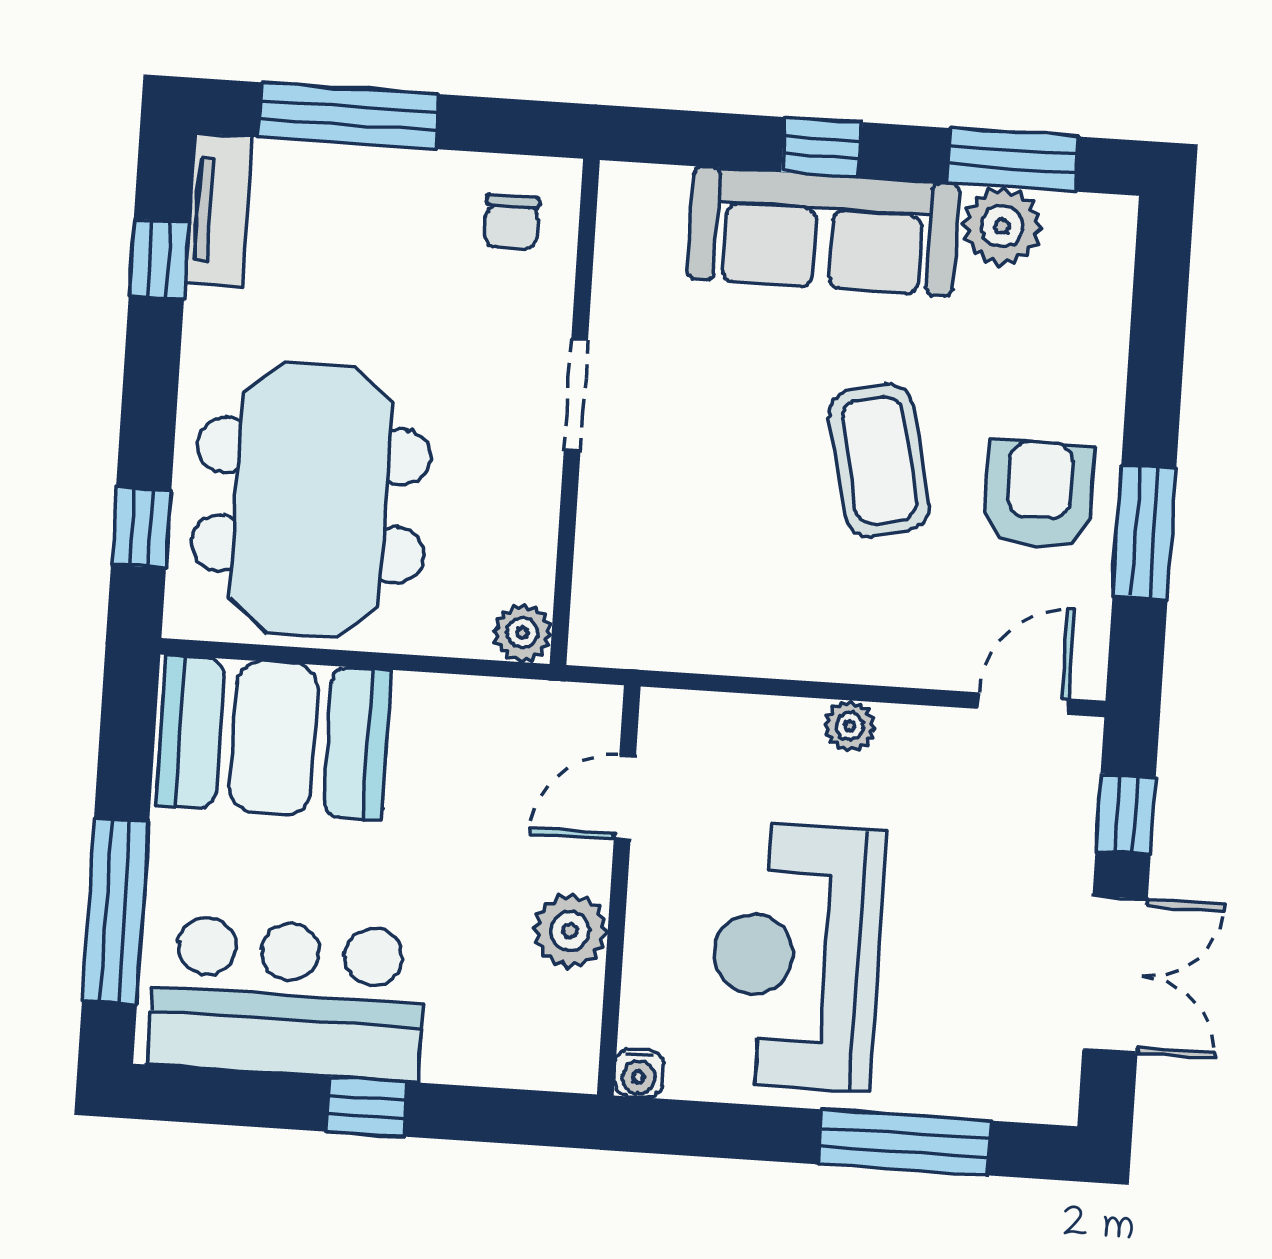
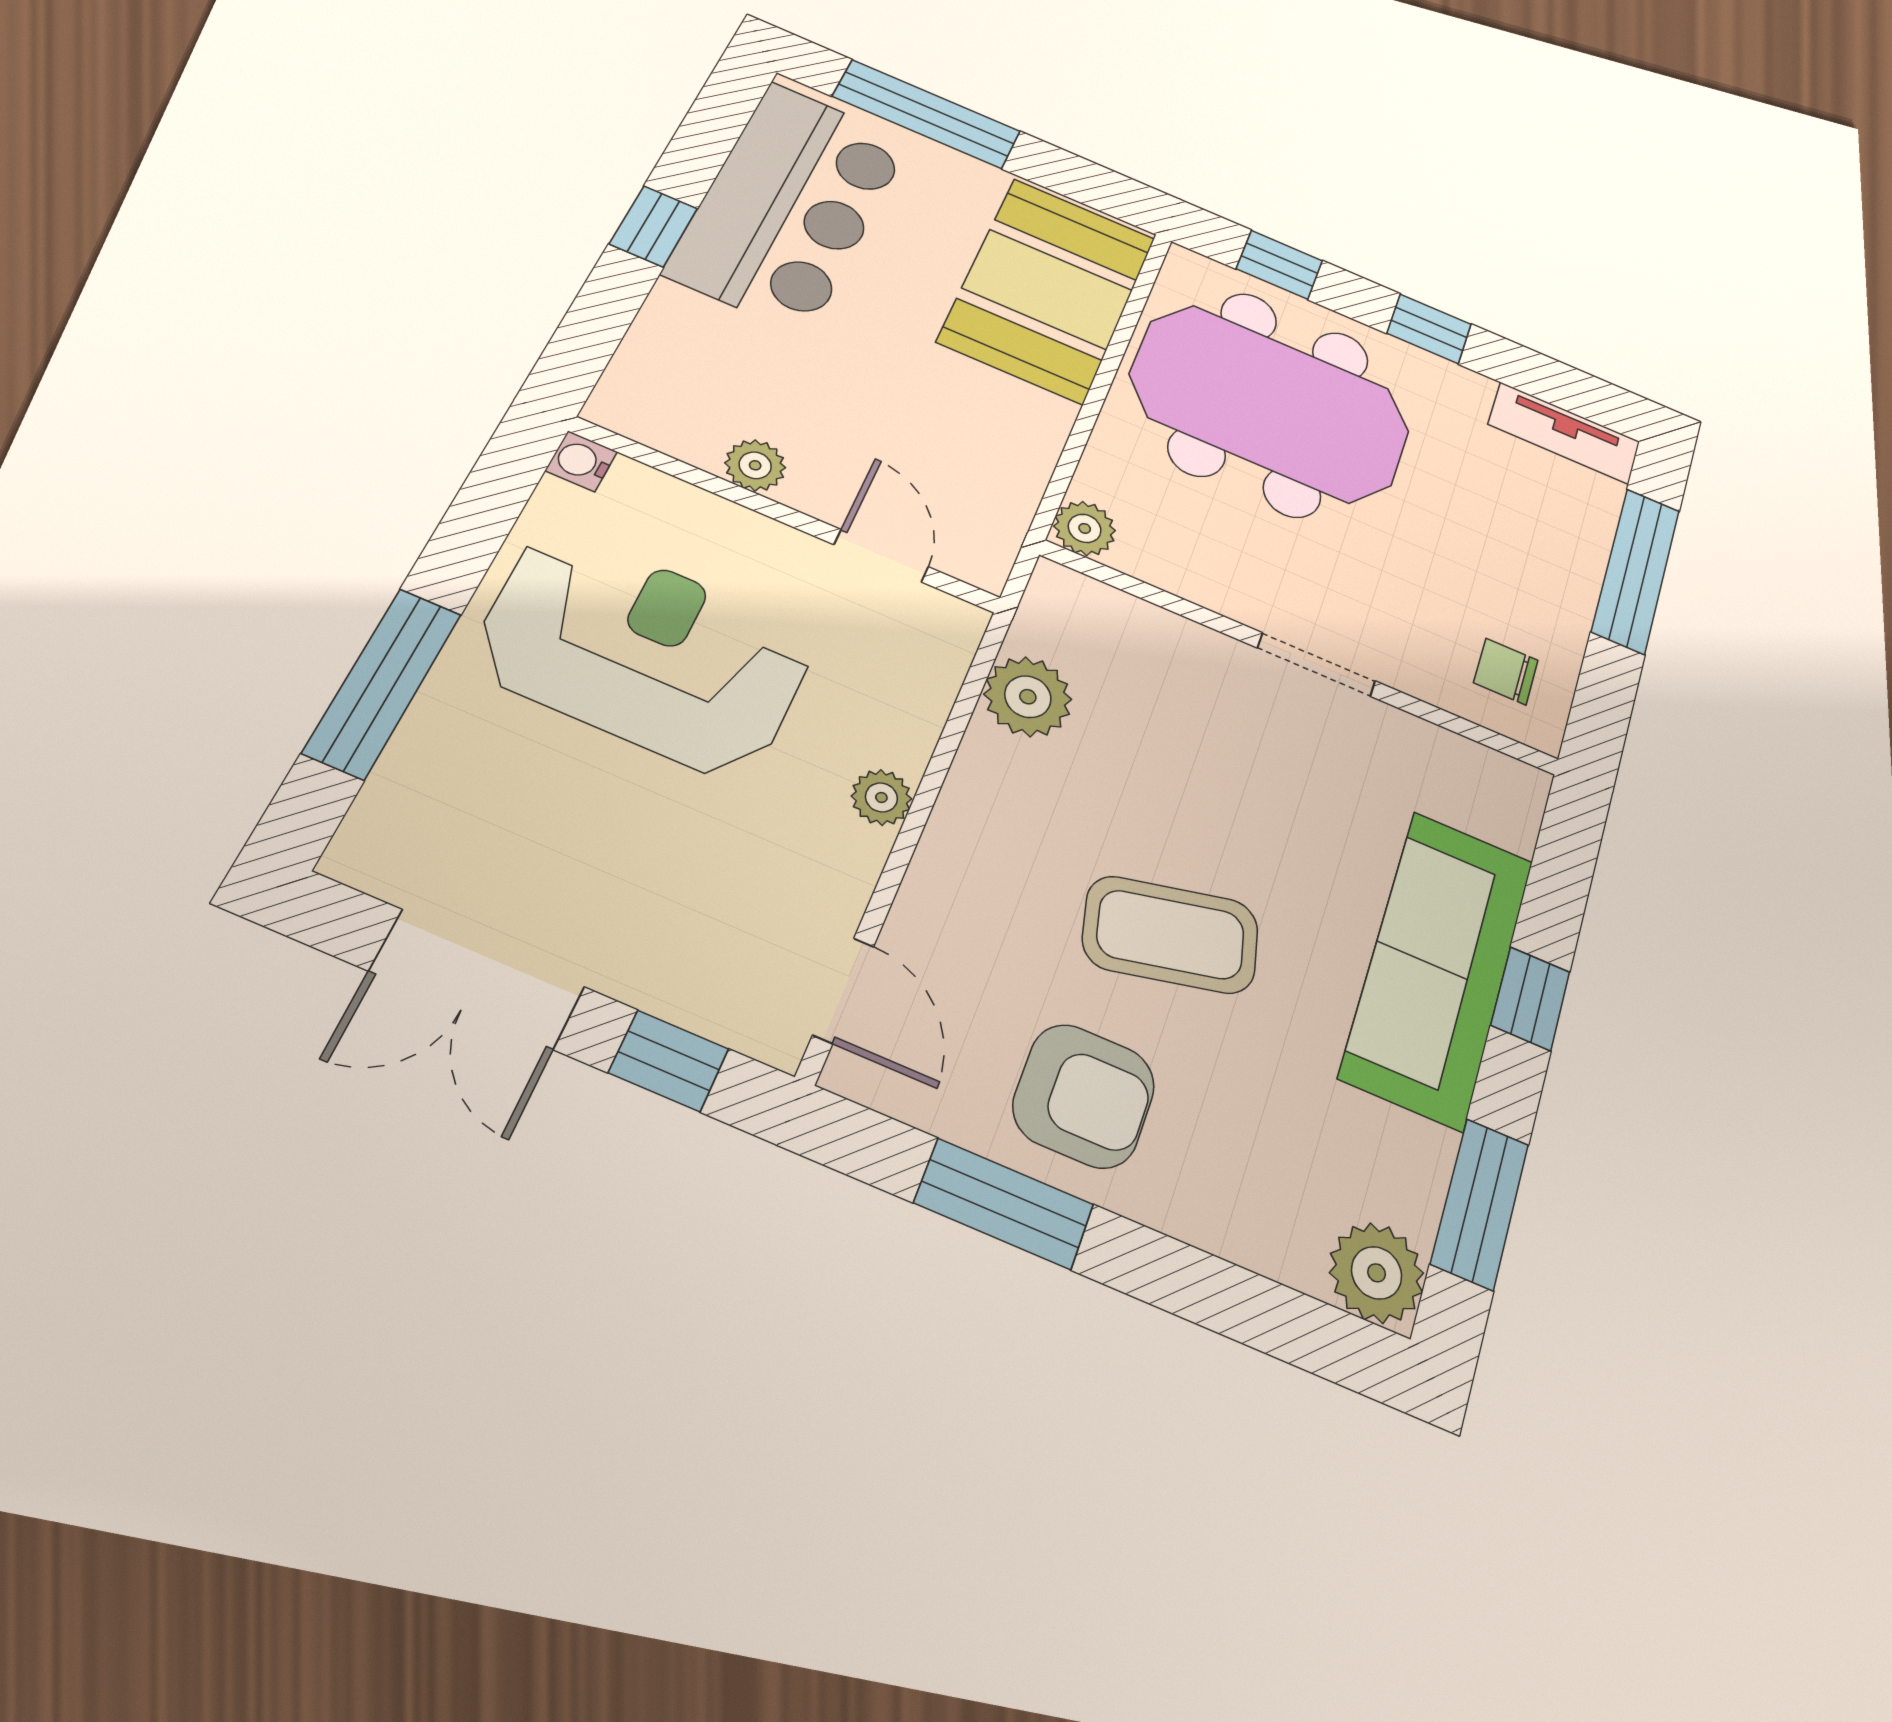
plant: (1002, 226) -> (1377, 1273), moved
window: (159, 259) -> (1429, 329), moved
plant: (710, 635) -> (1028, 697), added
plant: (570, 931) -> (755, 465), width x0.73, depth x0.73

